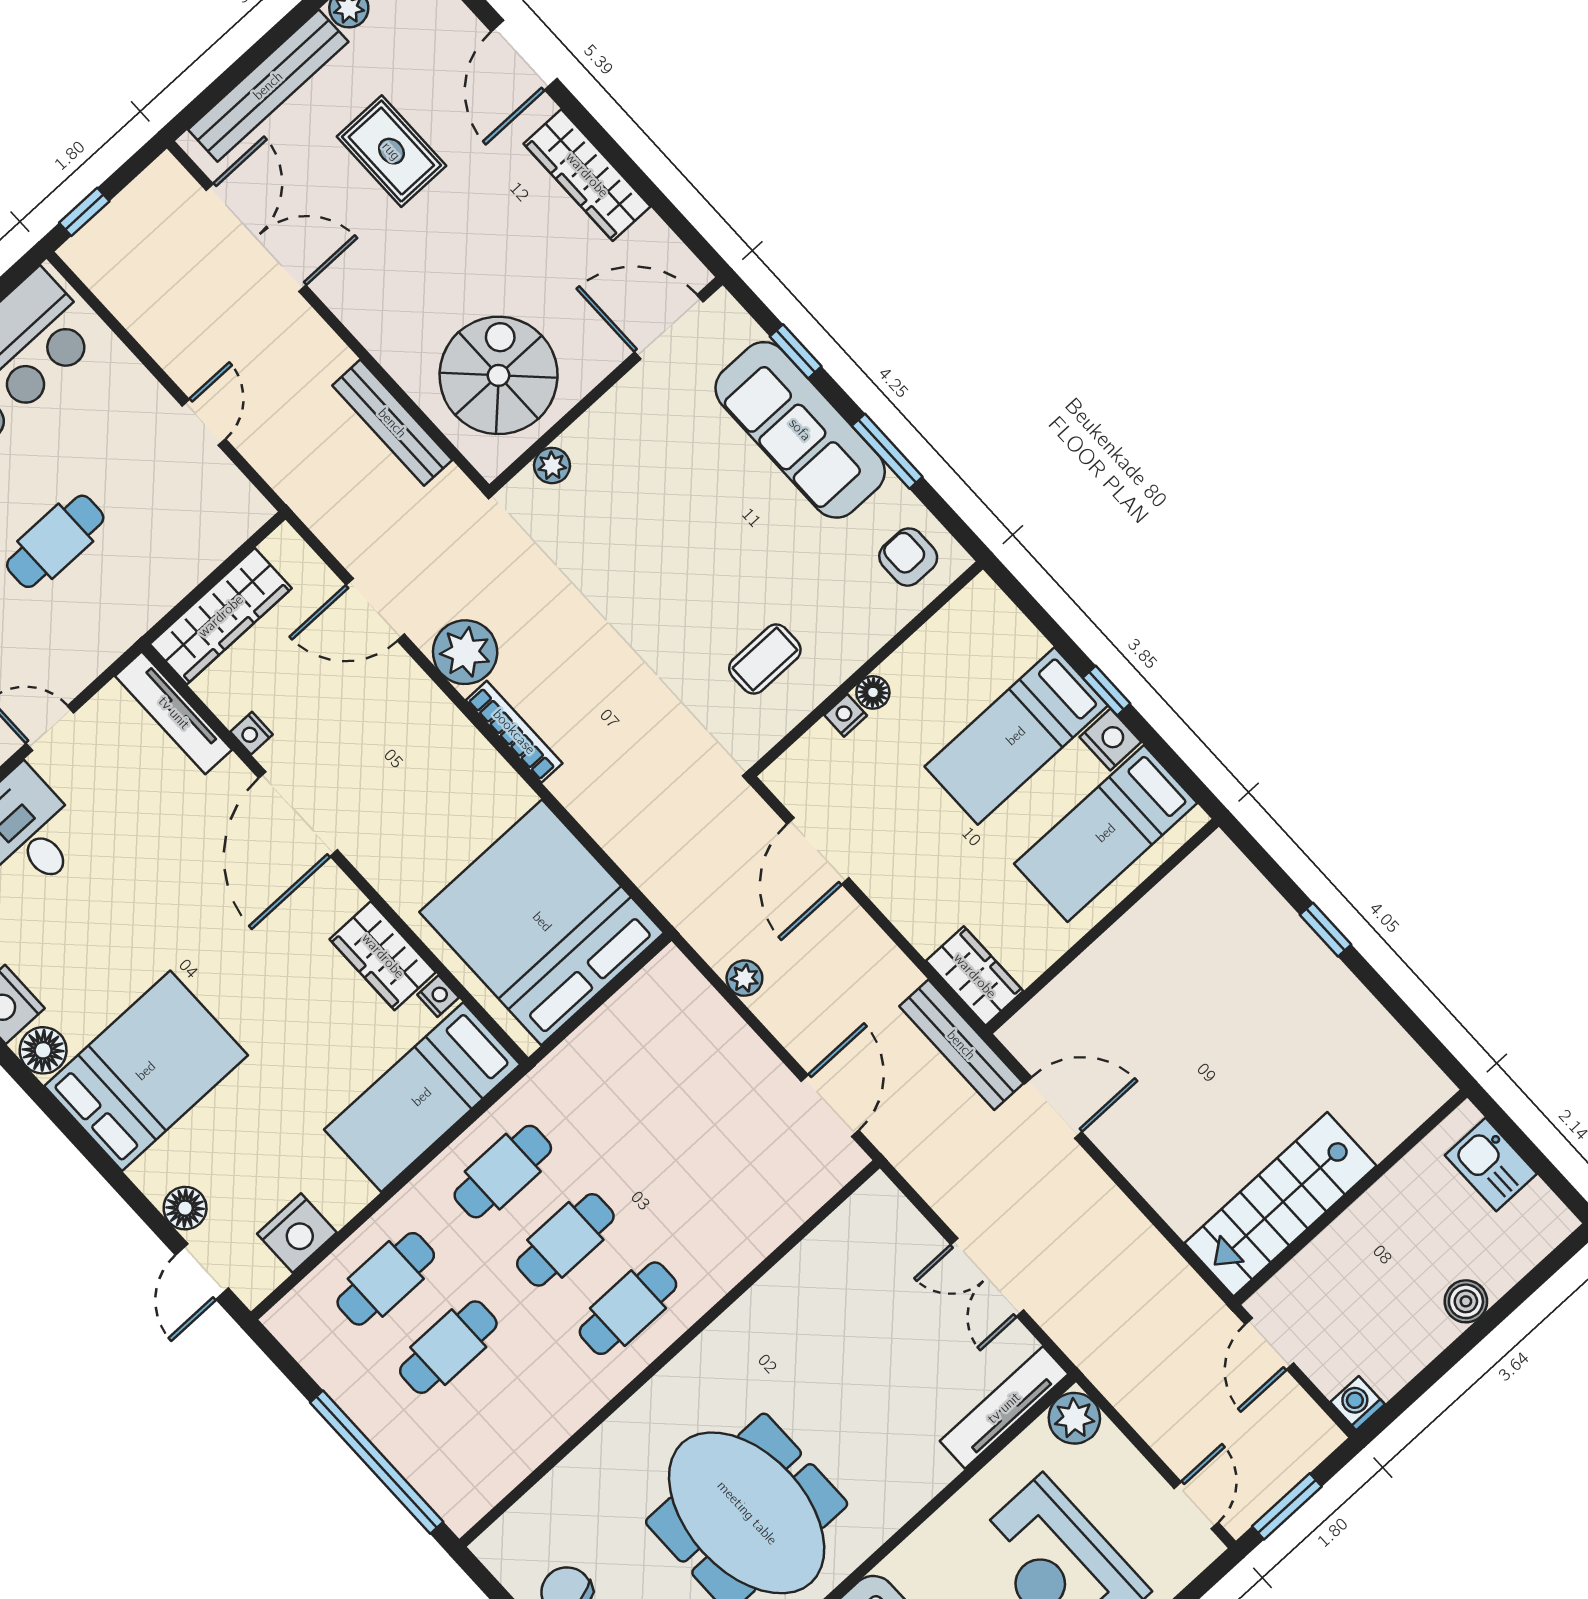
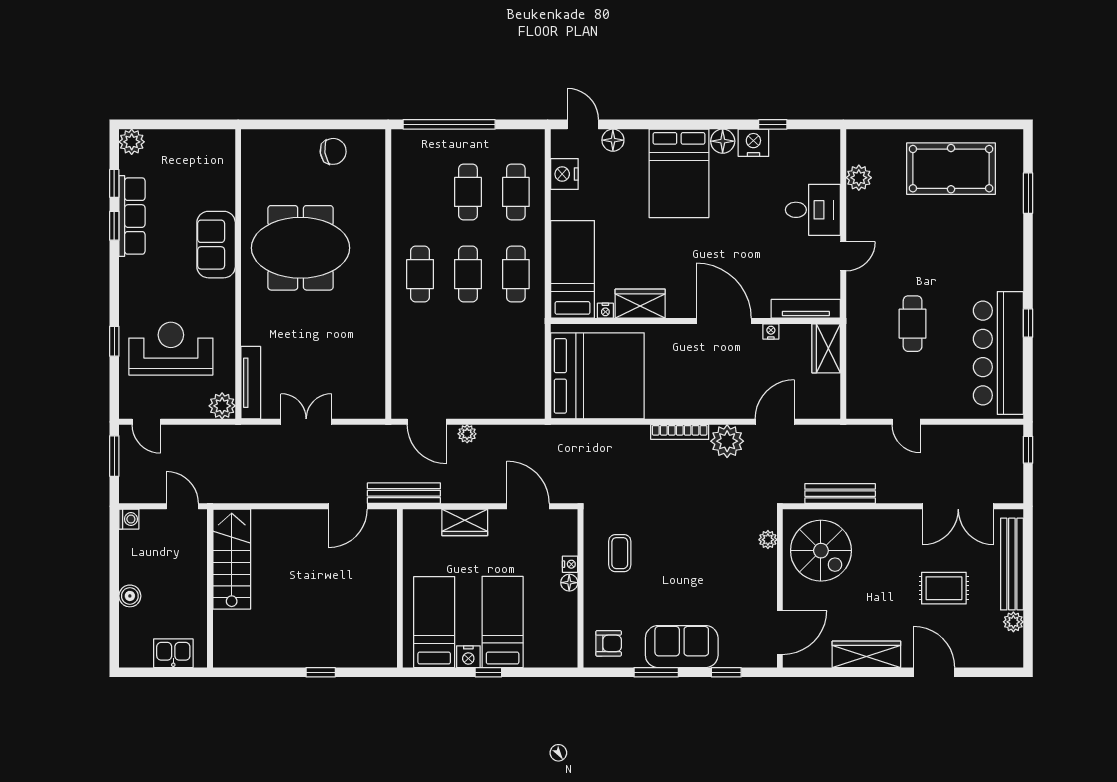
sofa: (800, 430) -> (682, 647), width x0.73
wardrobe: (221, 616) -> (826, 348), width x0.67
wardrobe: (975, 976) -> (465, 522), moved
plant: (744, 978) -> (467, 434), moved

